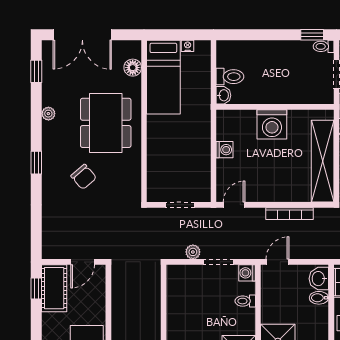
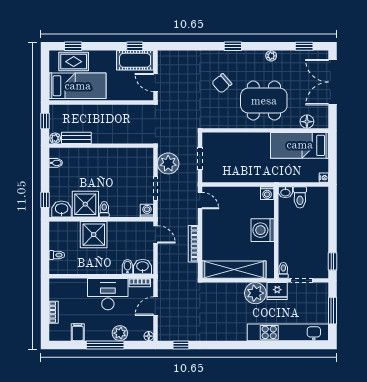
nightstand: (188, 46) -> (324, 178), moved
toilet: (324, 46) -> (283, 270), moved
washing machine: (224, 150) -> (267, 193), moved
plant: (193, 252) -> (168, 163), width x1.87, depth x1.87
toilet: (245, 301) -> (104, 209), moved

